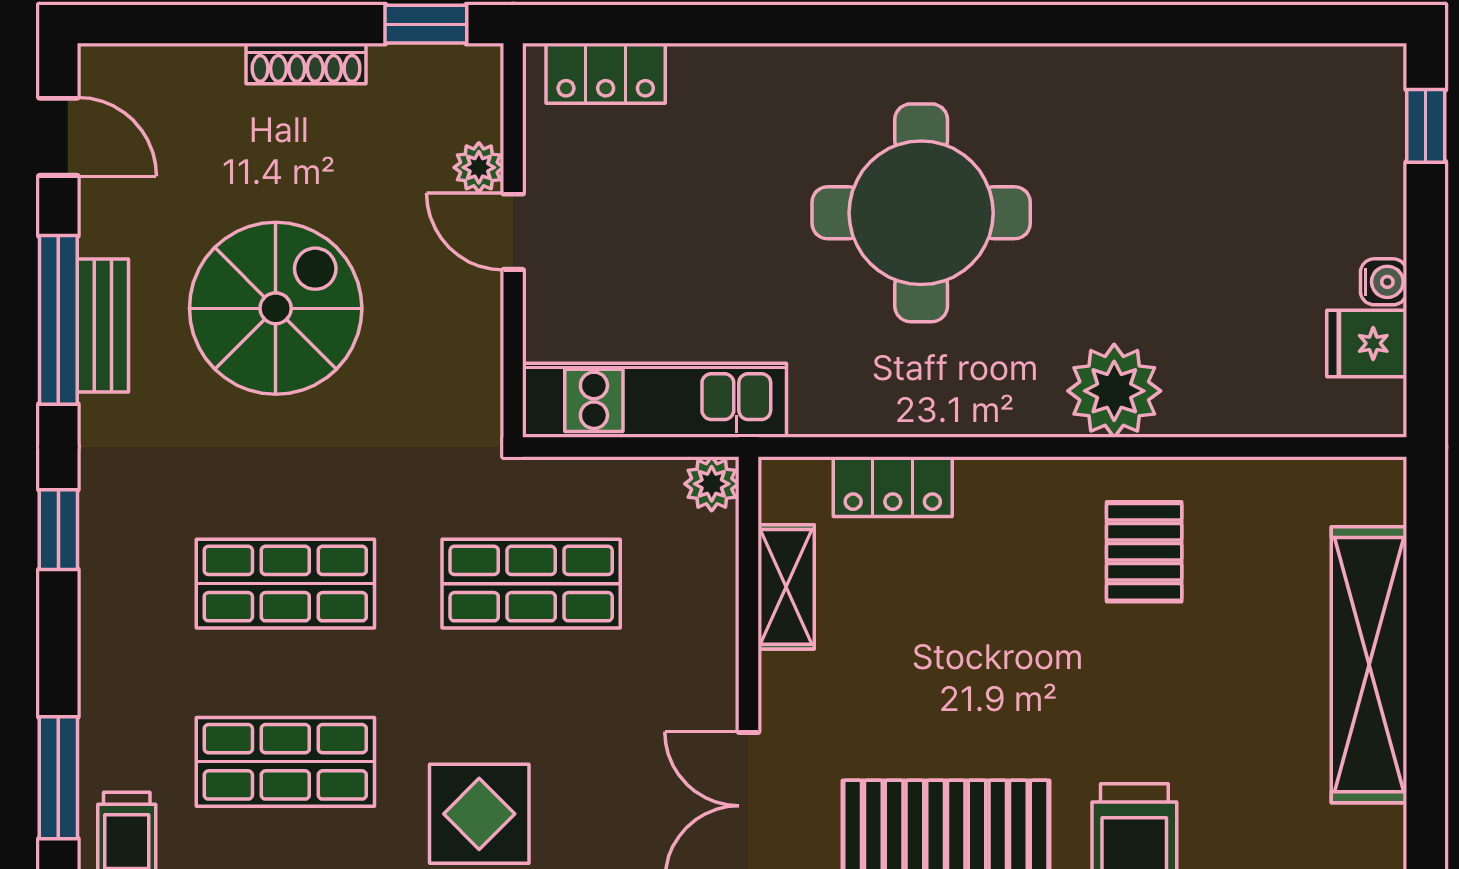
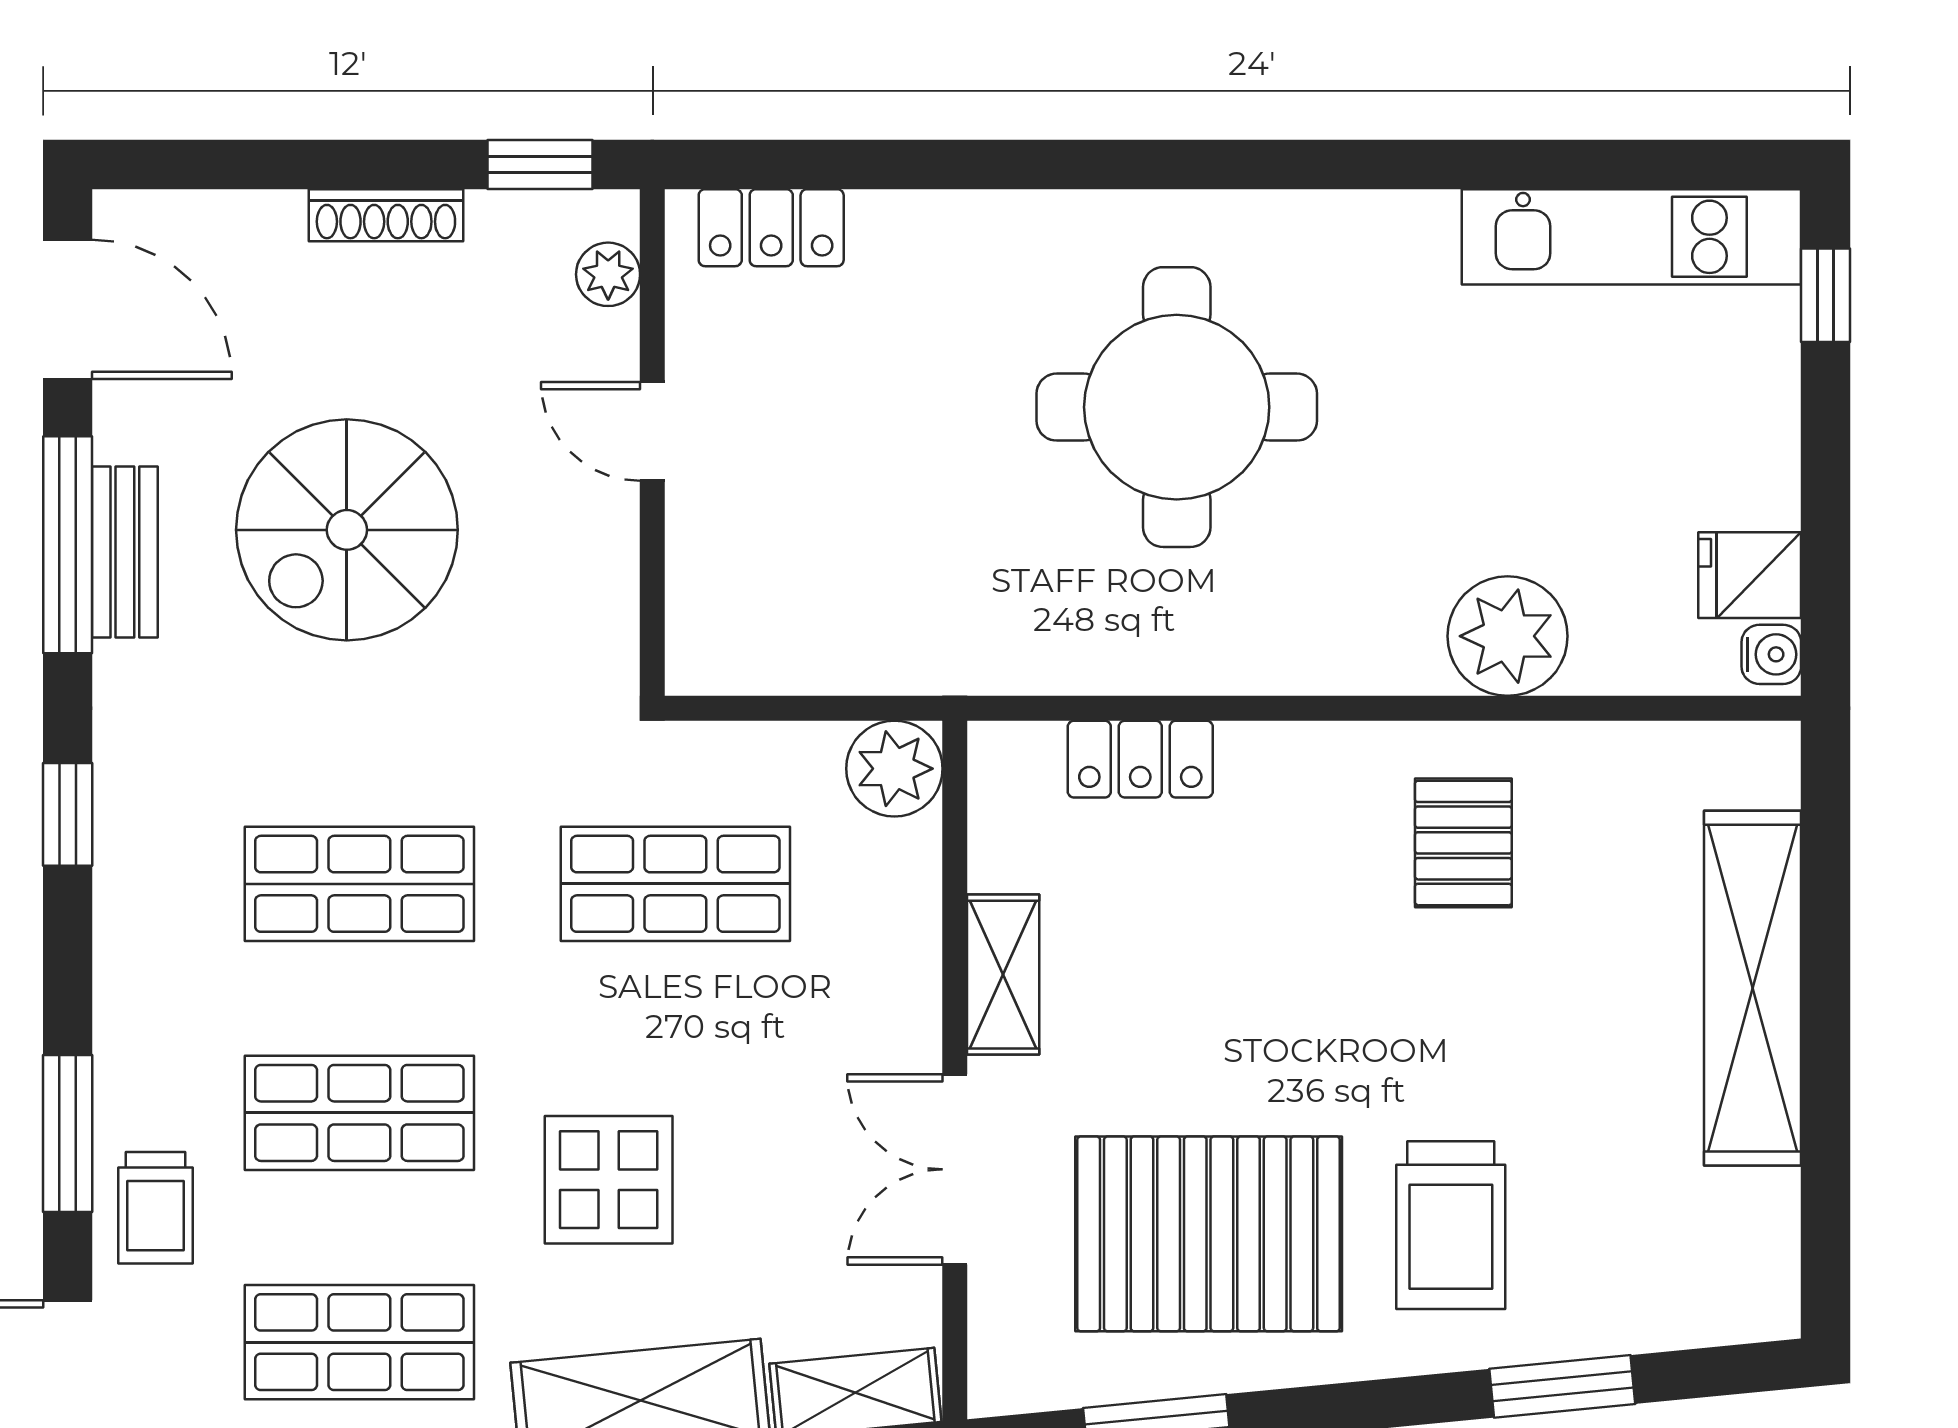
door: (58, 137) -> (68, 309), width x1.38
plant: (479, 167) -> (608, 274), moved
water cooler: (1384, 282) -> (1771, 654), moved
spiral stairs: (276, 308) -> (347, 530), turned 180
plant: (1114, 391) -> (1508, 636), moved
kitchen unit: (655, 400) -> (1631, 237), moved, turned 180
plant: (712, 484) -> (894, 769), width x1.38, depth x1.38
shelving: (786, 587) -> (1003, 975), moved

